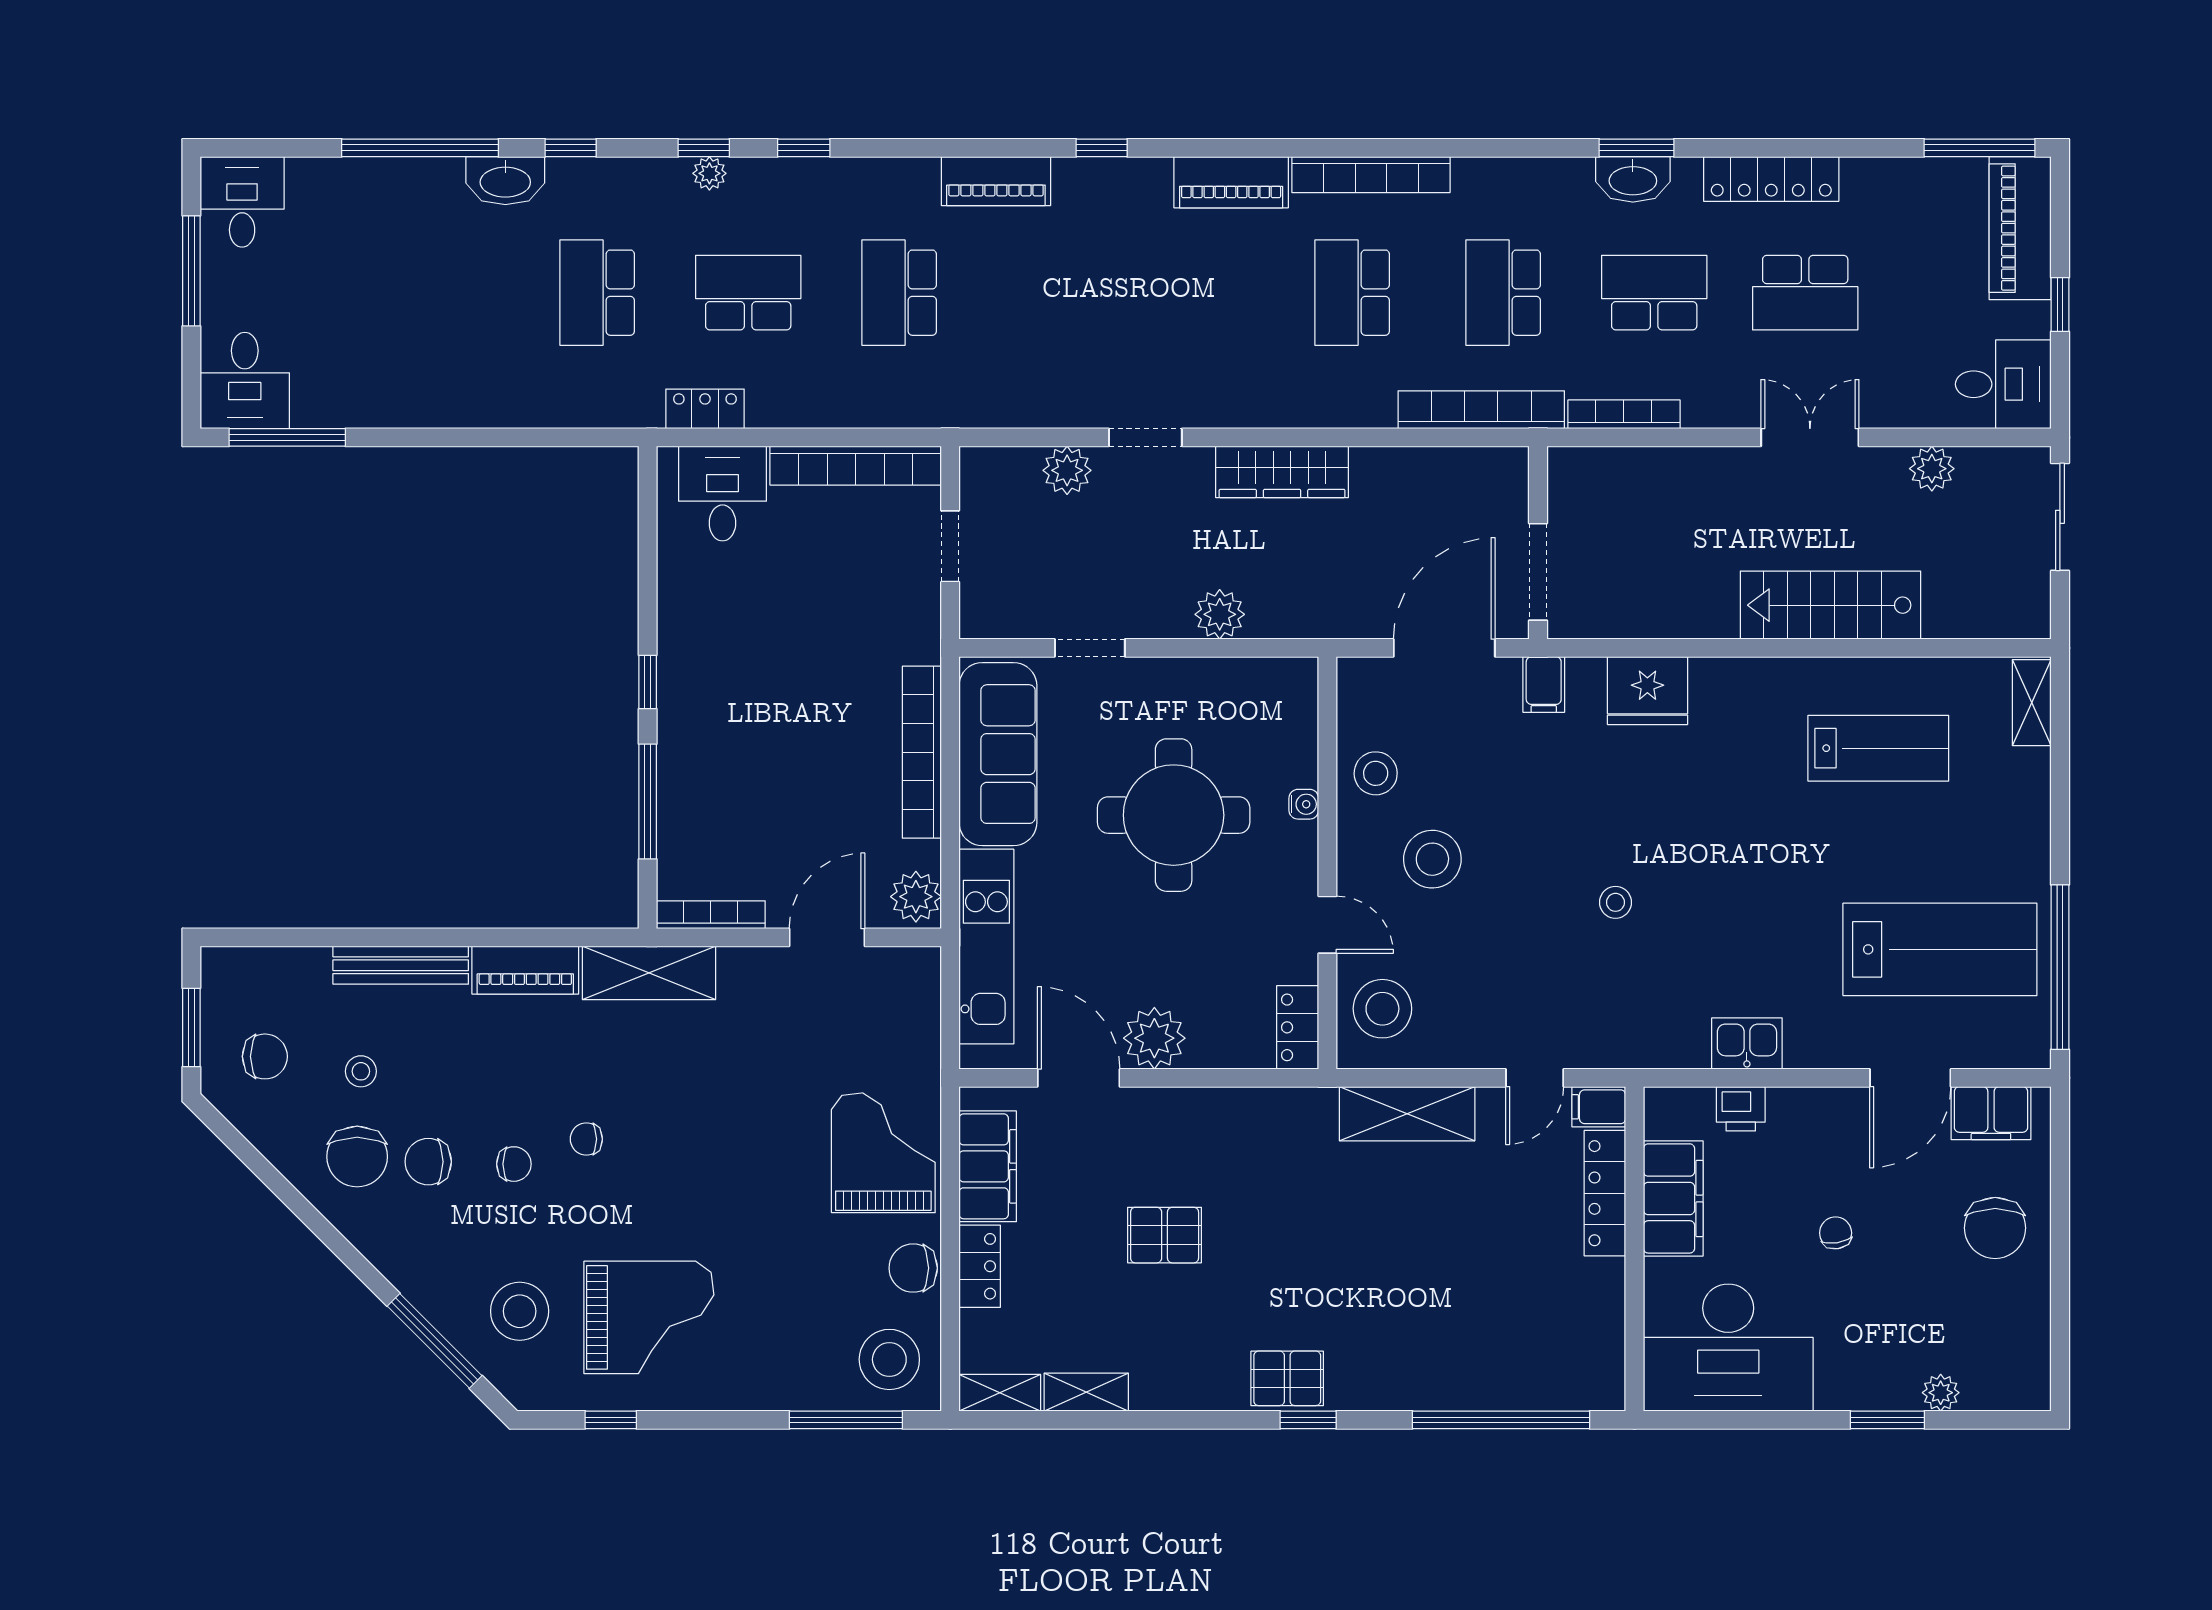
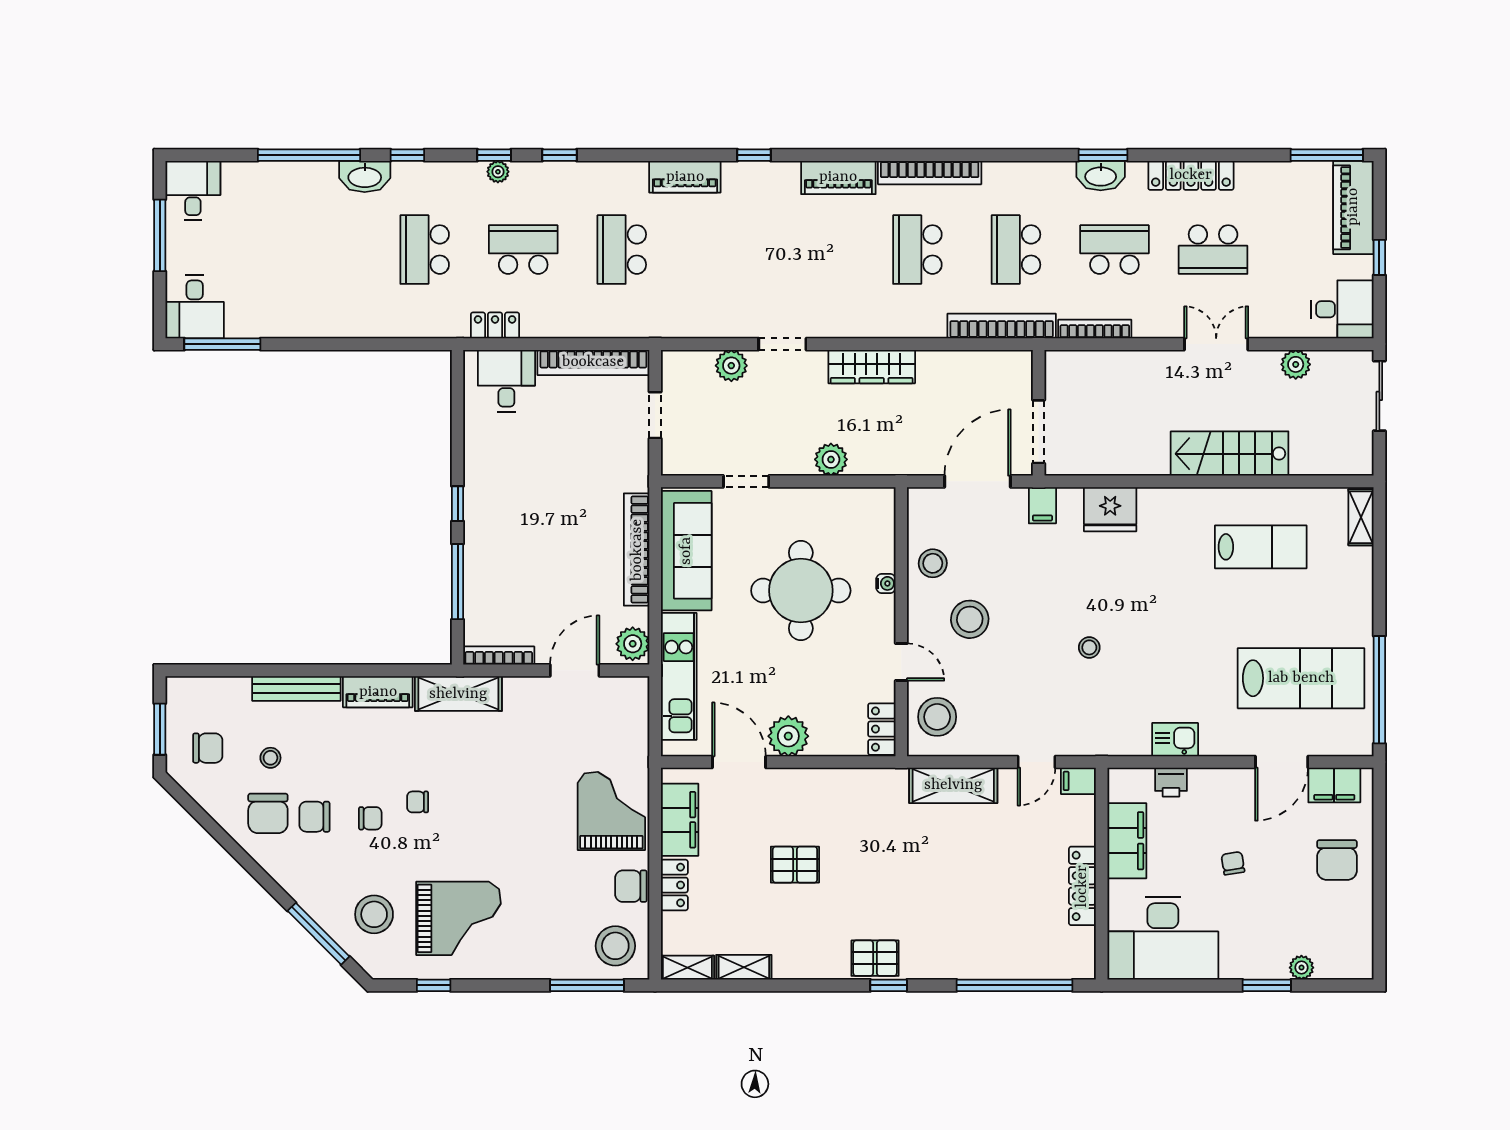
locker: (1605, 1193) -> (1082, 886), moved

